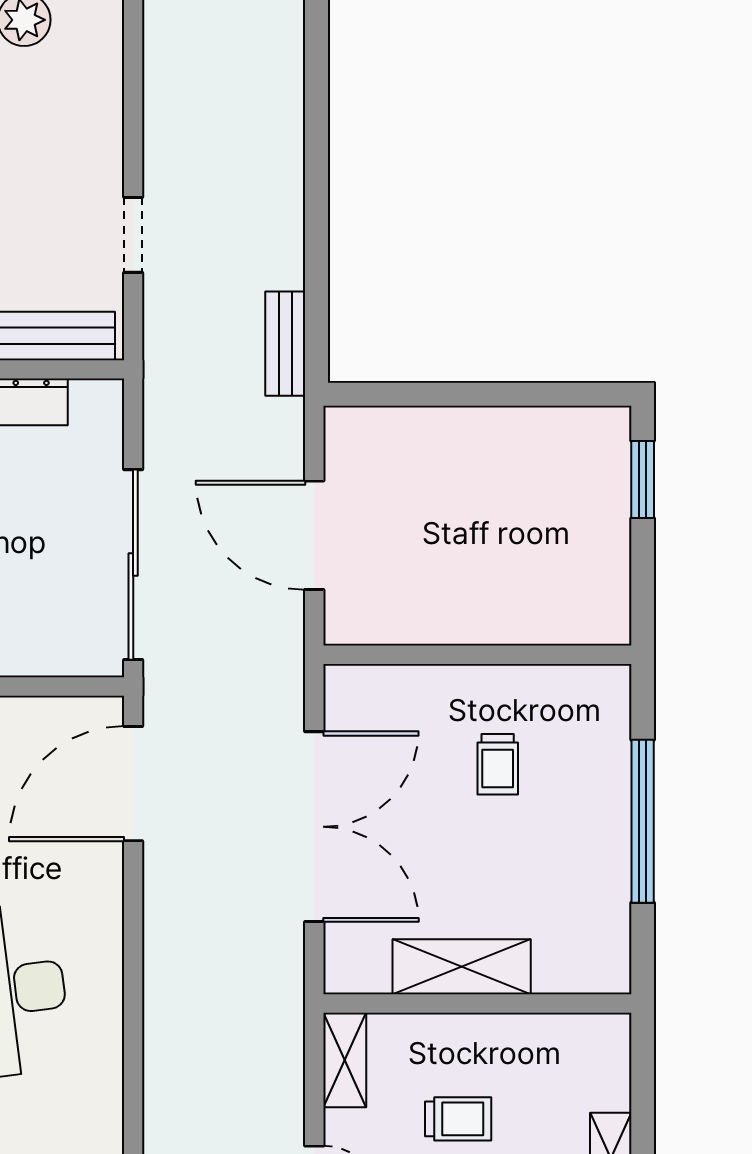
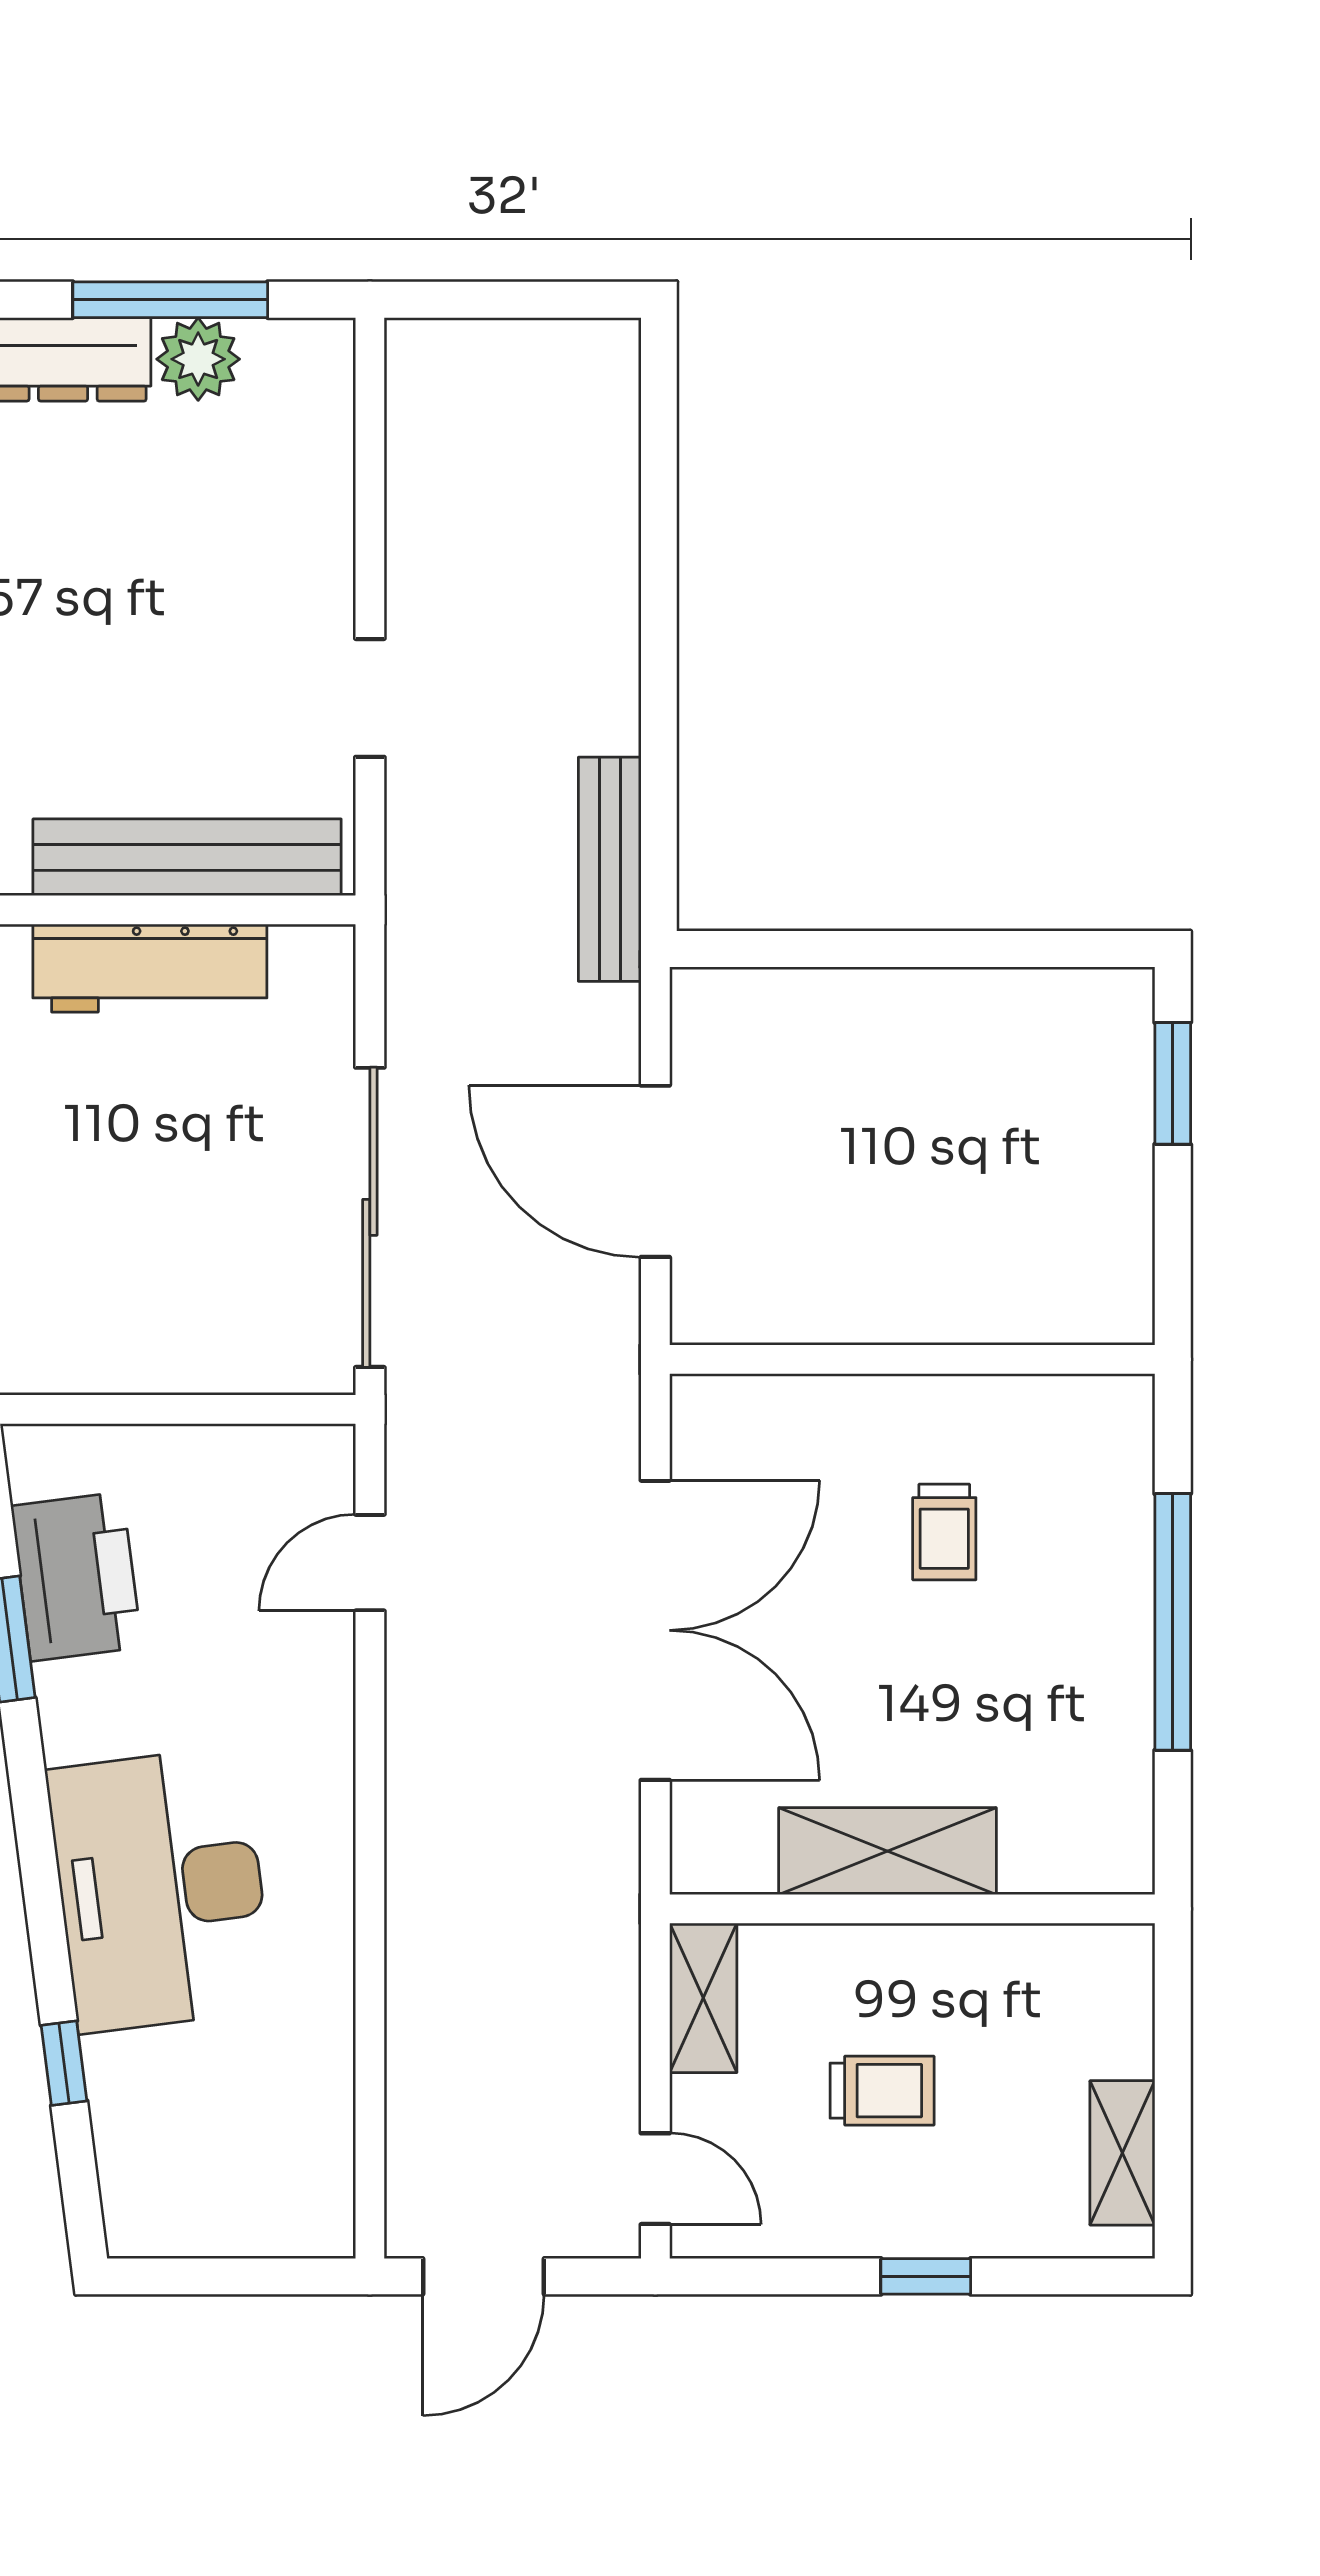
bench: (285, 344) -> (610, 869), width x1.36
door: (133, 784) -> (370, 1563), width x0.53

